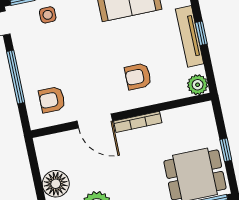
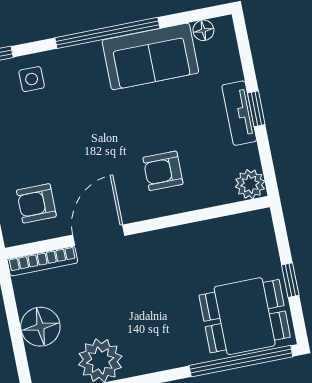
tv unit: (190, 36) -> (239, 113), width x0.71
door: (95, 121) -> (99, 235), swing flipped
bookcase: (138, 122) -> (43, 261), moved

